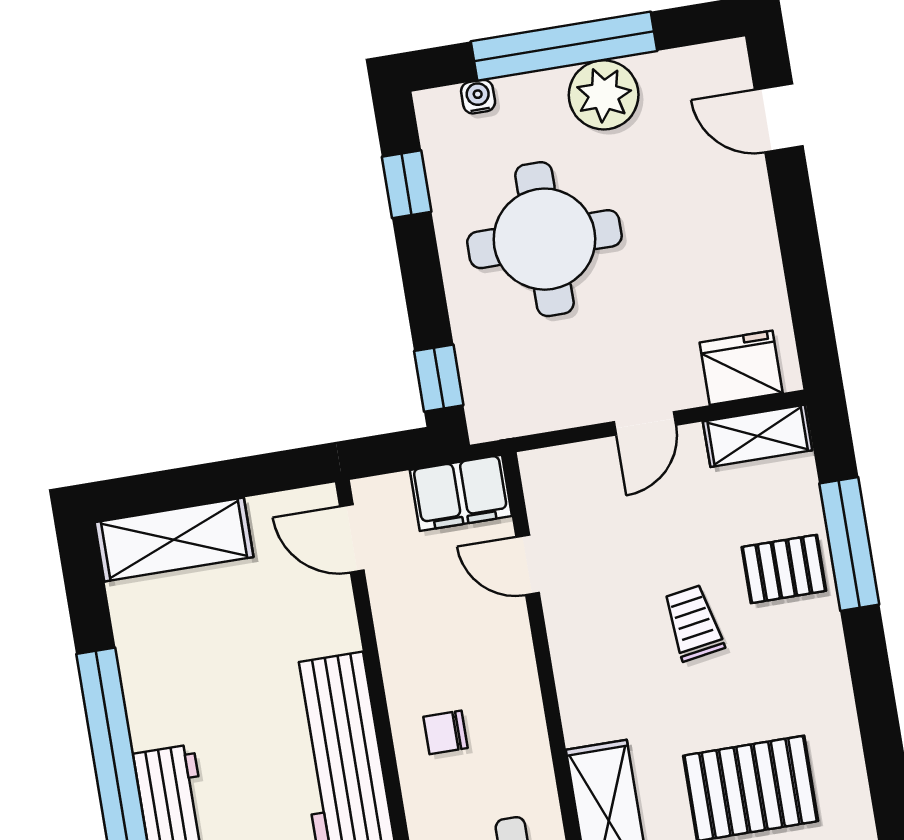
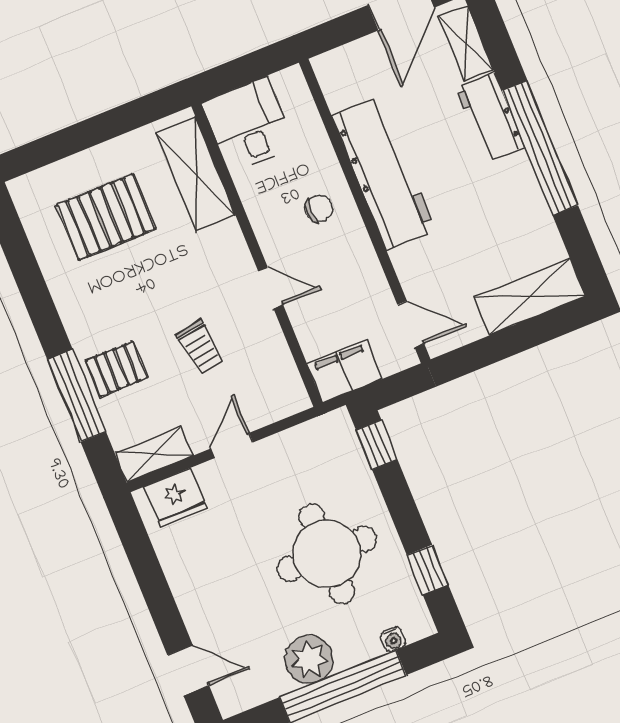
door: (528, 565) -> (271, 288), moved
trolley: (693, 623) -> (200, 347), moved

